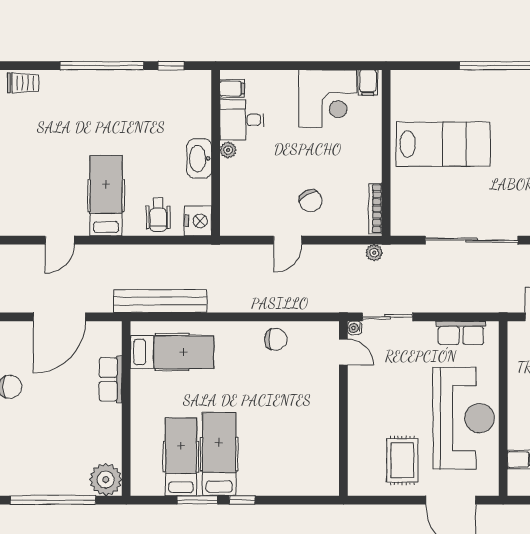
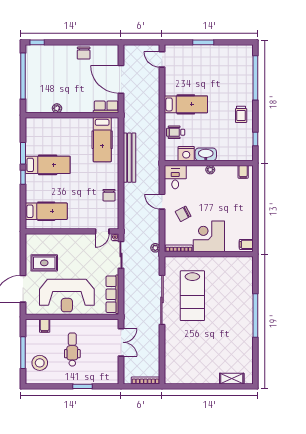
window: (102, 66) -> (255, 78), moved
trolley: (23, 83) -> (241, 114), moved
corner desk: (328, 99) -> (209, 236), moved, turned 90
desk: (242, 120) -> (175, 177), moved
lab bench: (443, 144) -> (192, 296), moved
nightstand: (198, 221) -> (186, 154), moved
door: (60, 240) -> (162, 59), moved
bench: (160, 301) -> (129, 158), moved
row of seats: (461, 333) -> (112, 294), width x1.48
row of seats: (111, 379) -> (106, 107), moved
hospital bed: (181, 457) -> (46, 211), moved
plant: (106, 480) -> (57, 108), moved, width x0.53, depth x0.53

